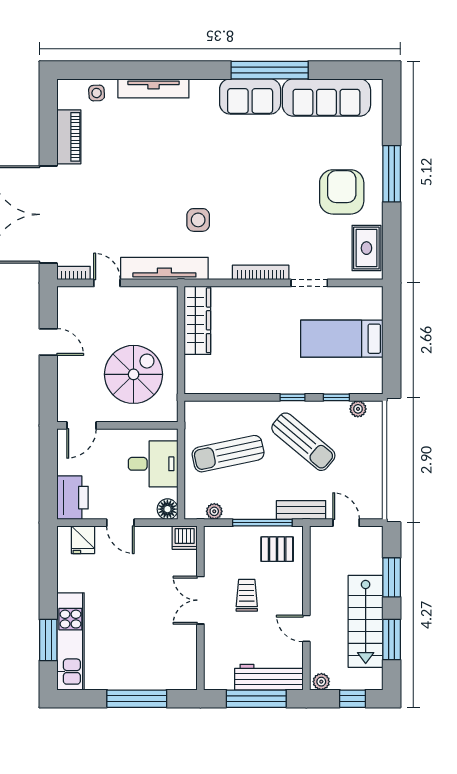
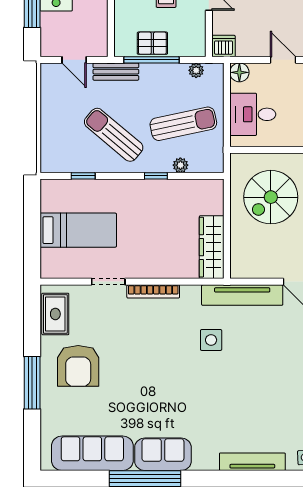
window: (292, 397) -> (156, 176), moved
plant: (358, 409) -> (180, 165), moved
pallet: (277, 549) -> (152, 43), moved

